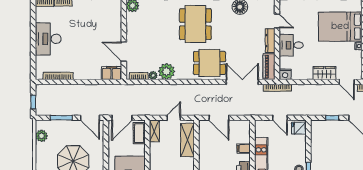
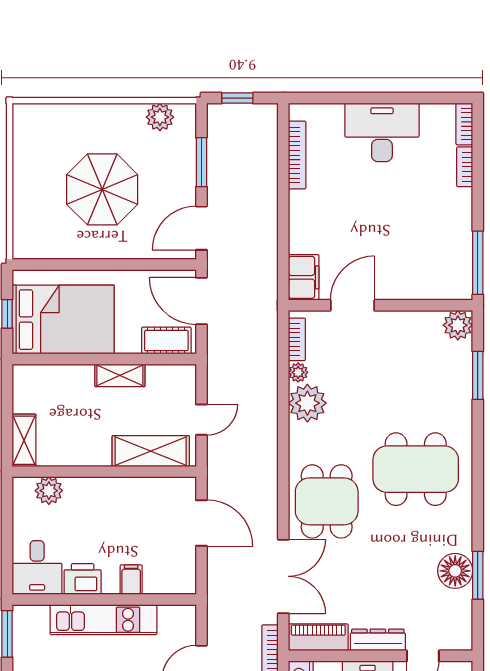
door: (174, 118) -> (201, 420), hinge flipped
door: (219, 118) -> (201, 523), swing flipped
shelving: (154, 131) -> (120, 375), moved

